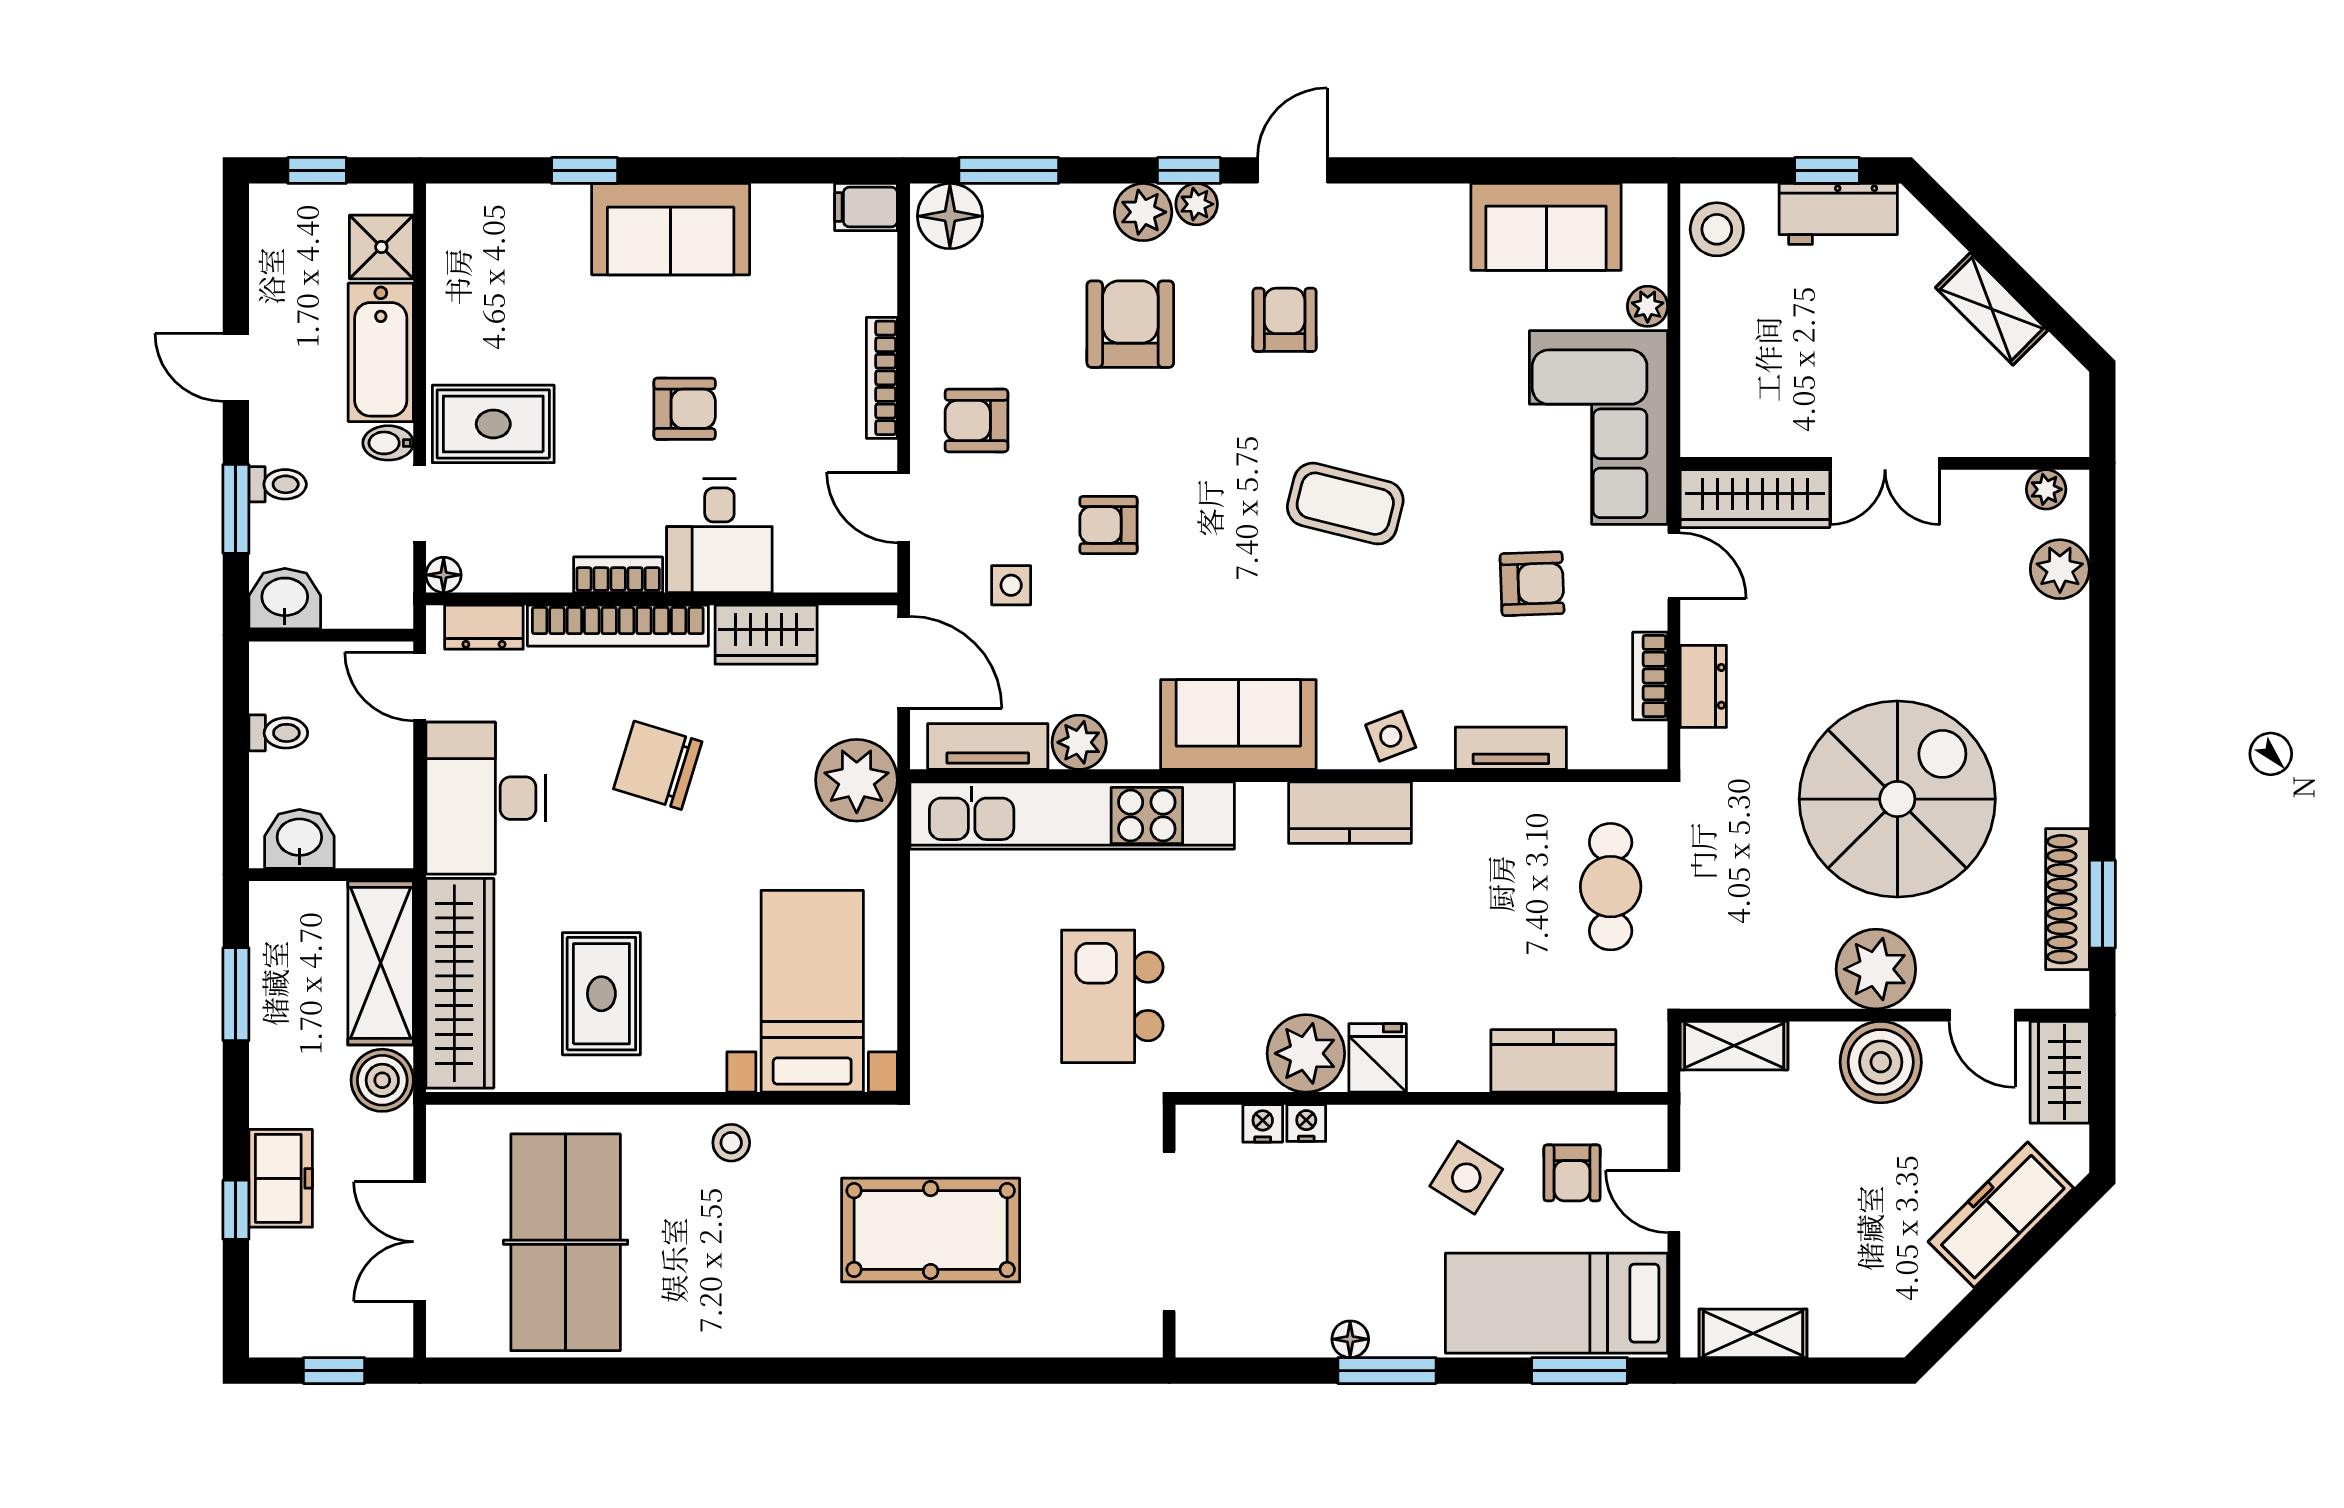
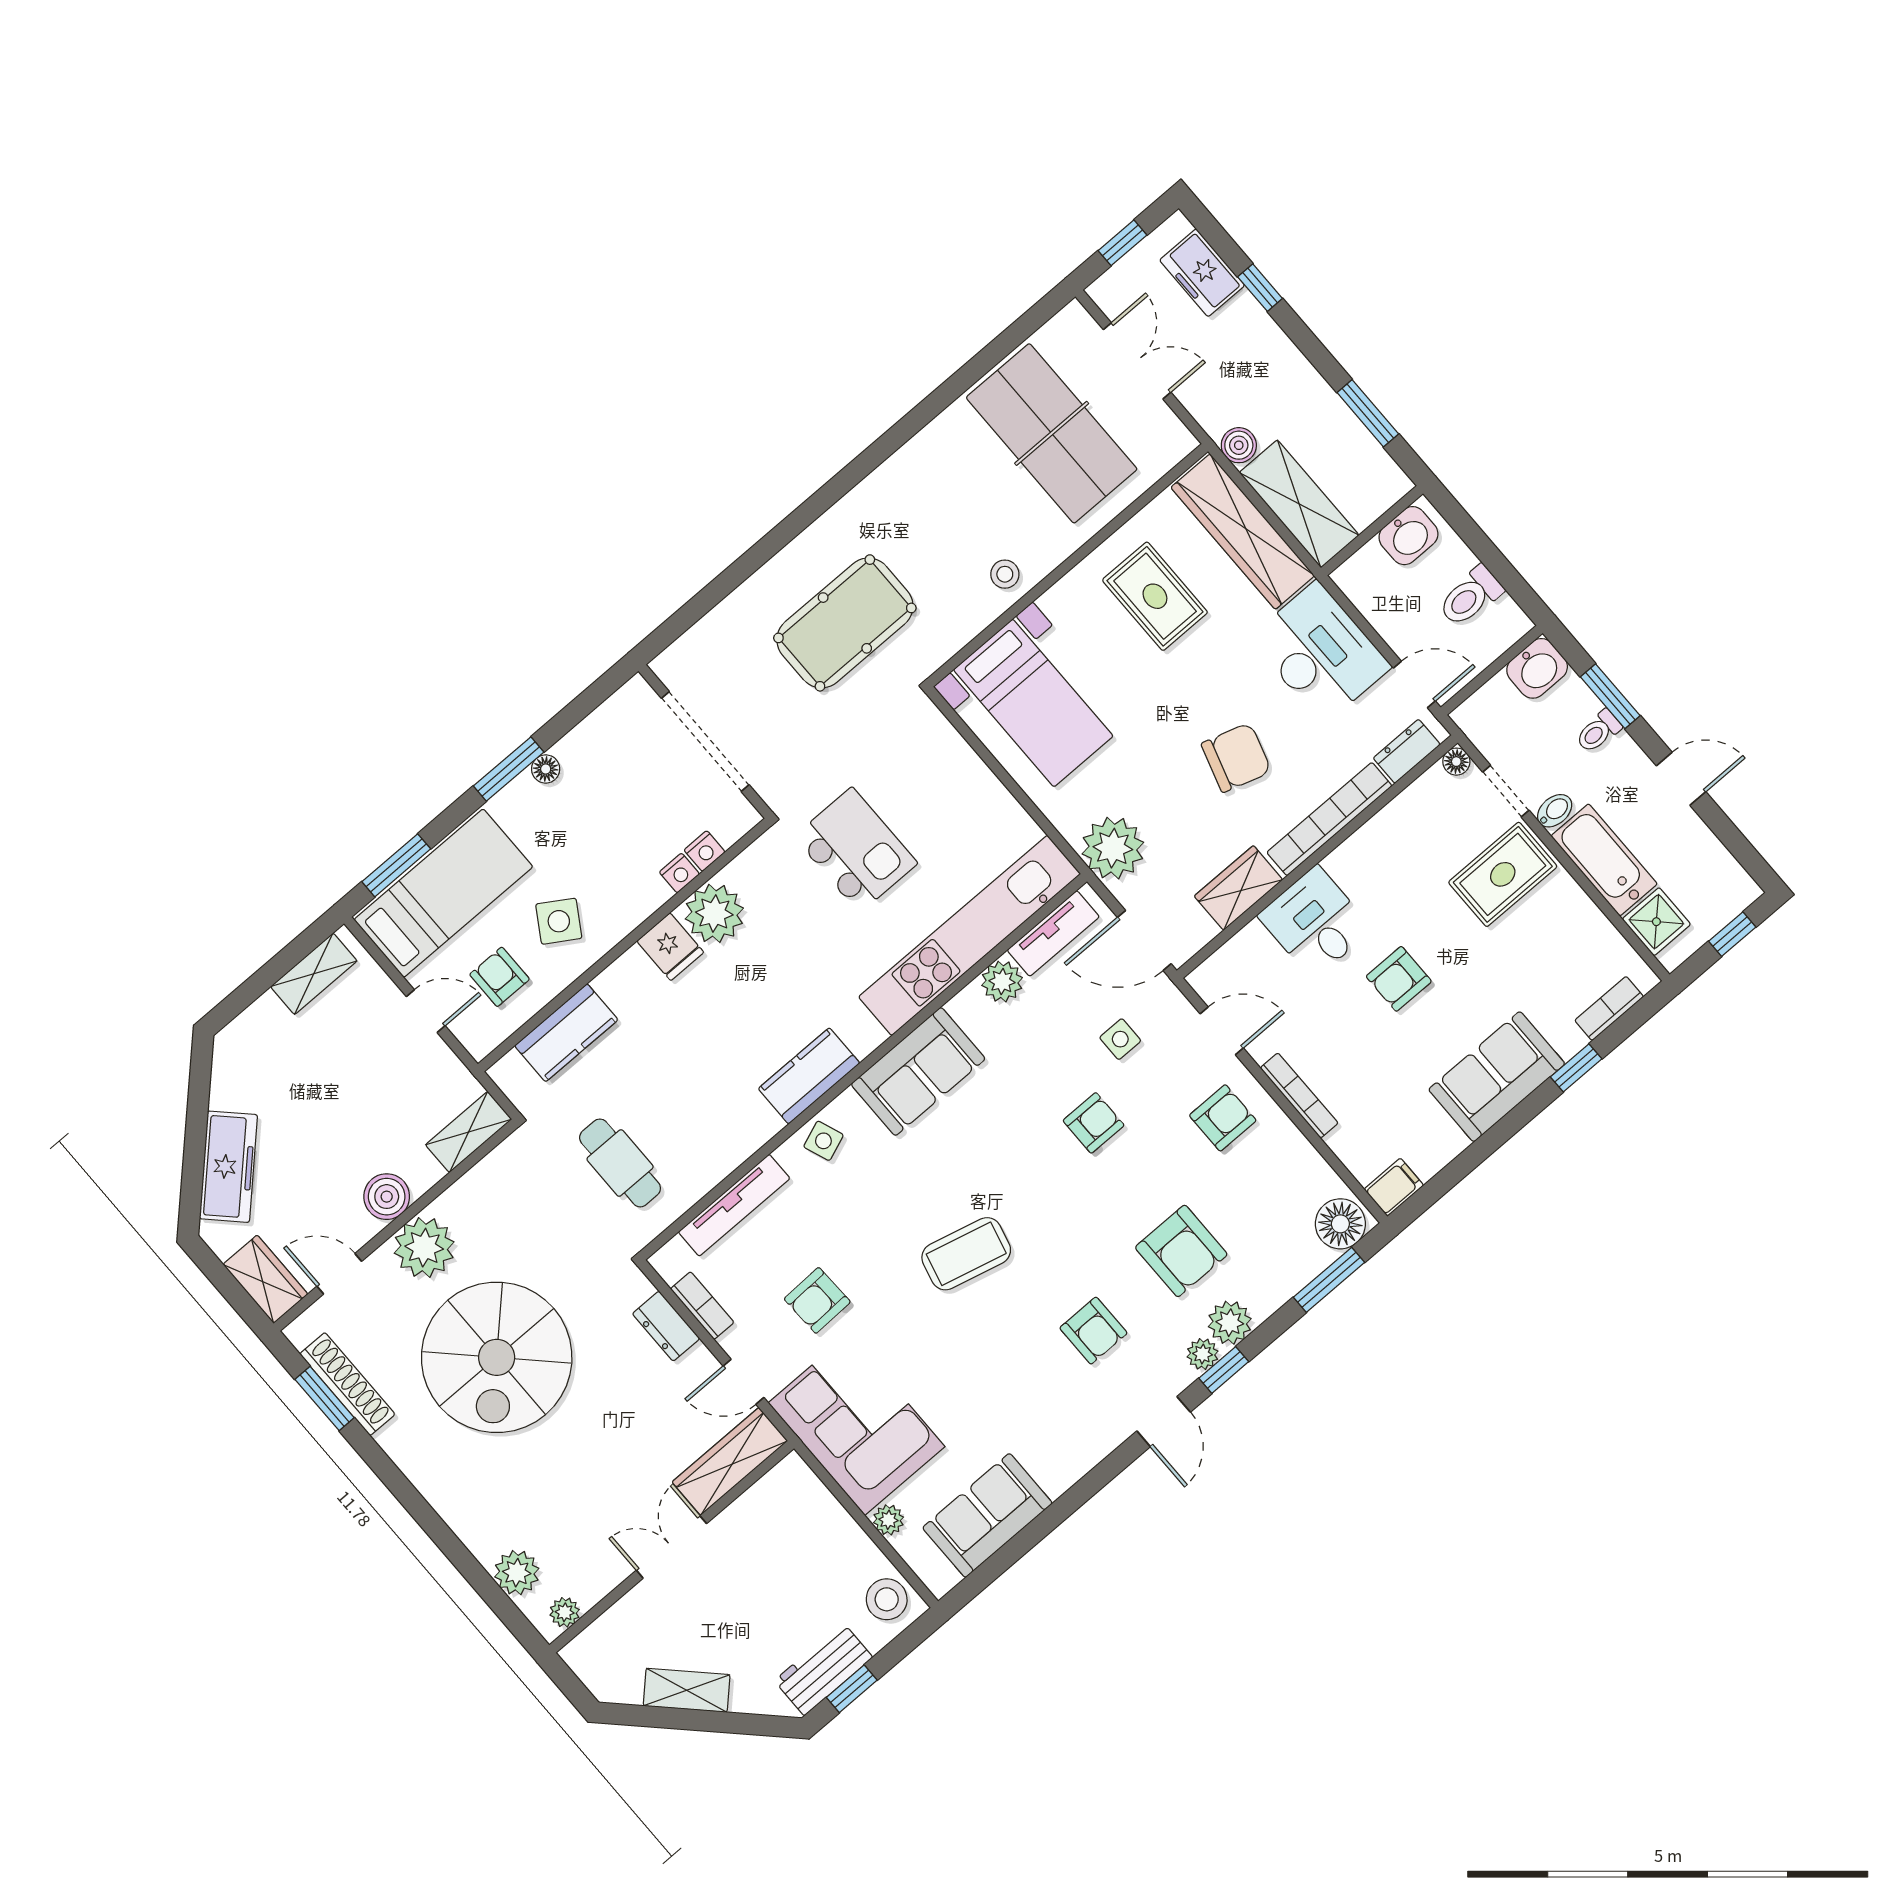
bookcase: (618, 575) -> (1609, 1008), moved, turned 180
toilet: (278, 733) -> (1470, 596), width x1.37, depth x1.39
tv unit: (1511, 748) -> (734, 1205), width x1.41
boiler: (1881, 1062) -> (387, 1197), width x0.73, depth x0.73
boiler: (382, 1080) -> (1239, 445), width x0.73, depth x0.73
freezer: (281, 1178) -> (1202, 273), moved

